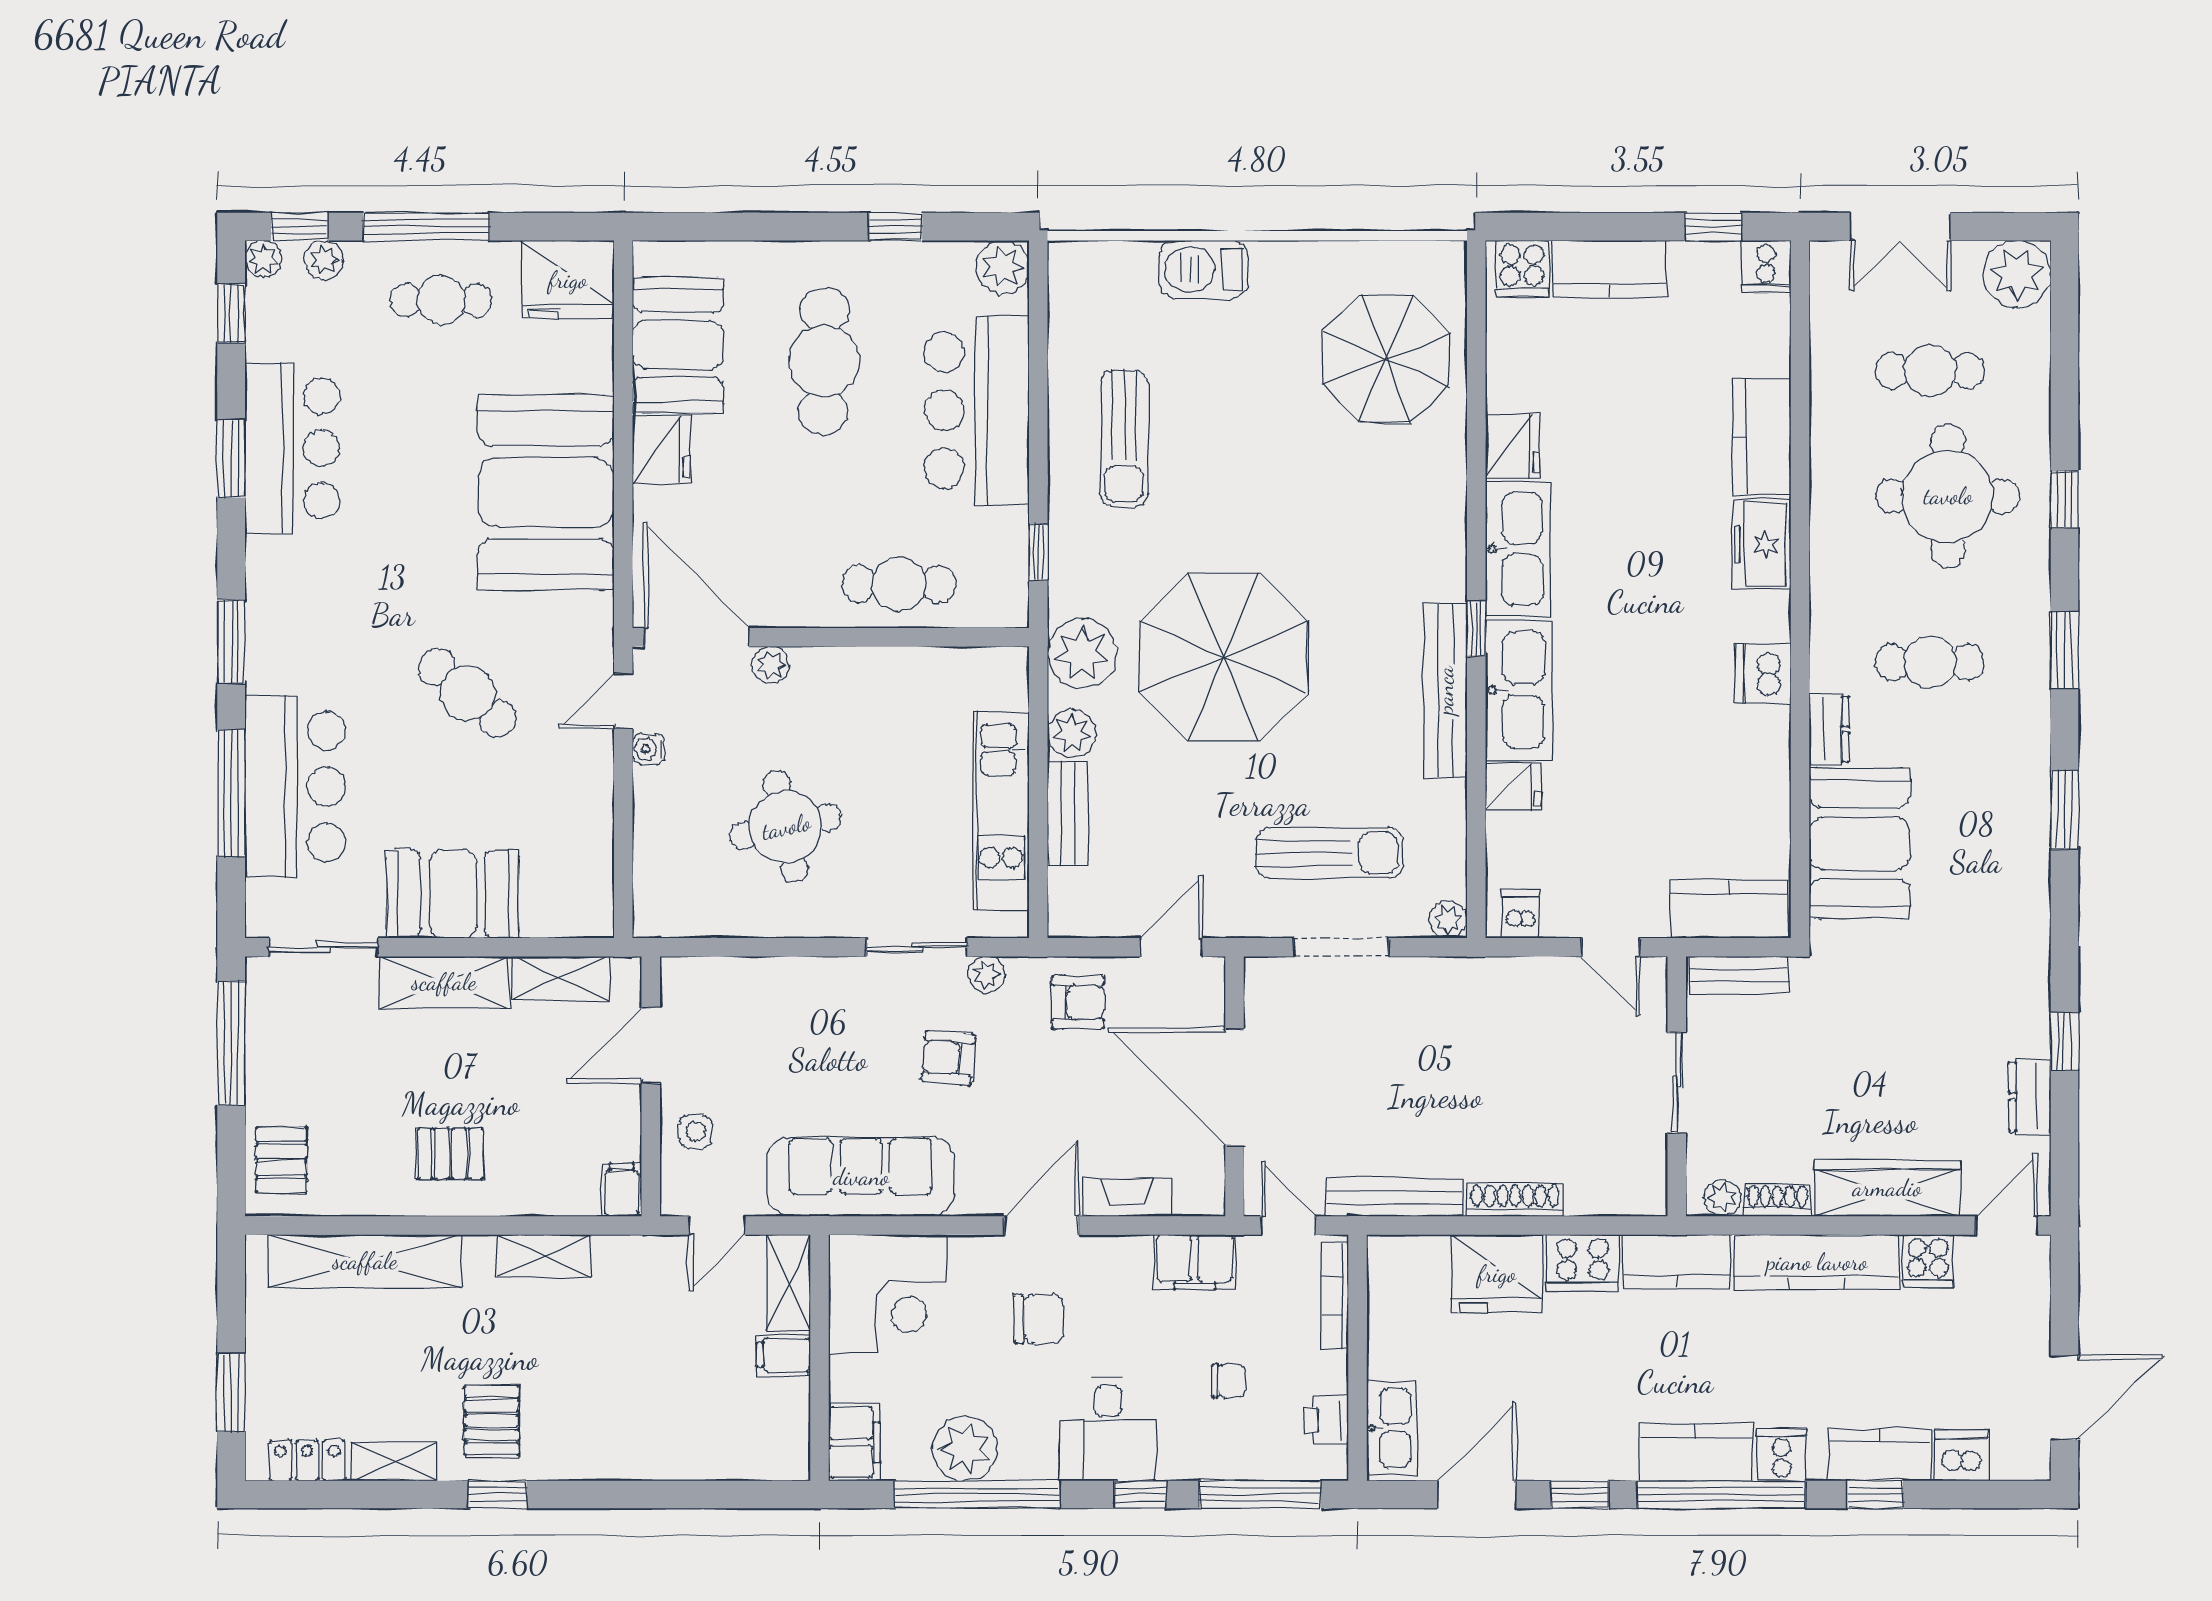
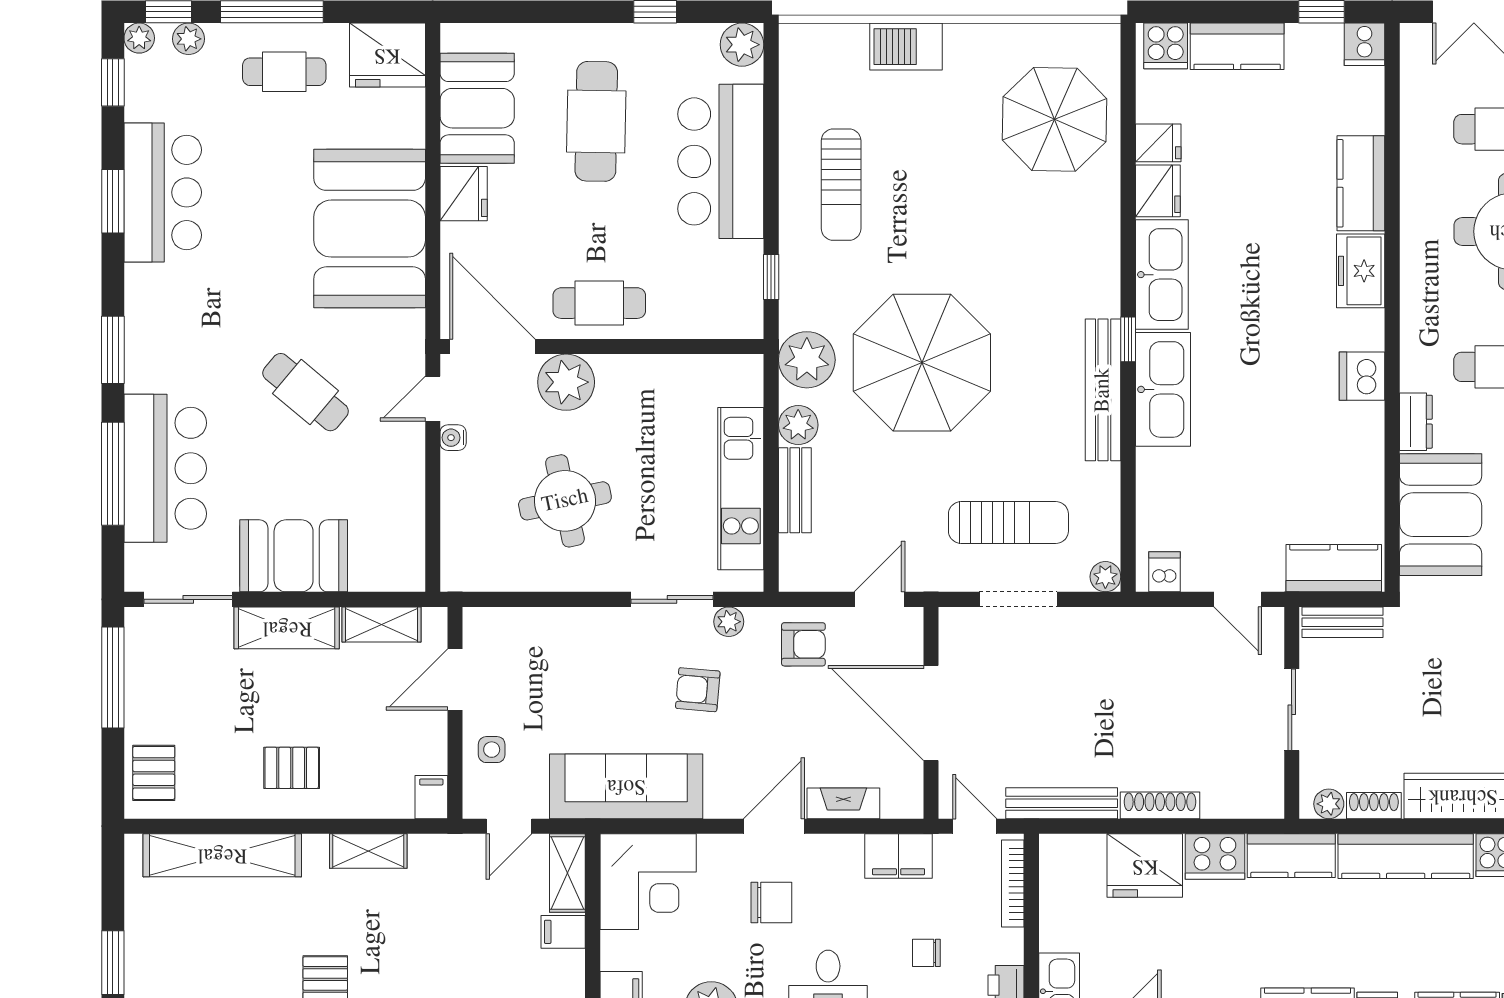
cafe table: (899, 584) -> (599, 303), moved
plant: (771, 665) -> (566, 382), width x1.87, depth x1.87
fridge: (1513, 787) -> (1158, 143), moved
chair: (1229, 1381) -> (926, 953), turned 180

